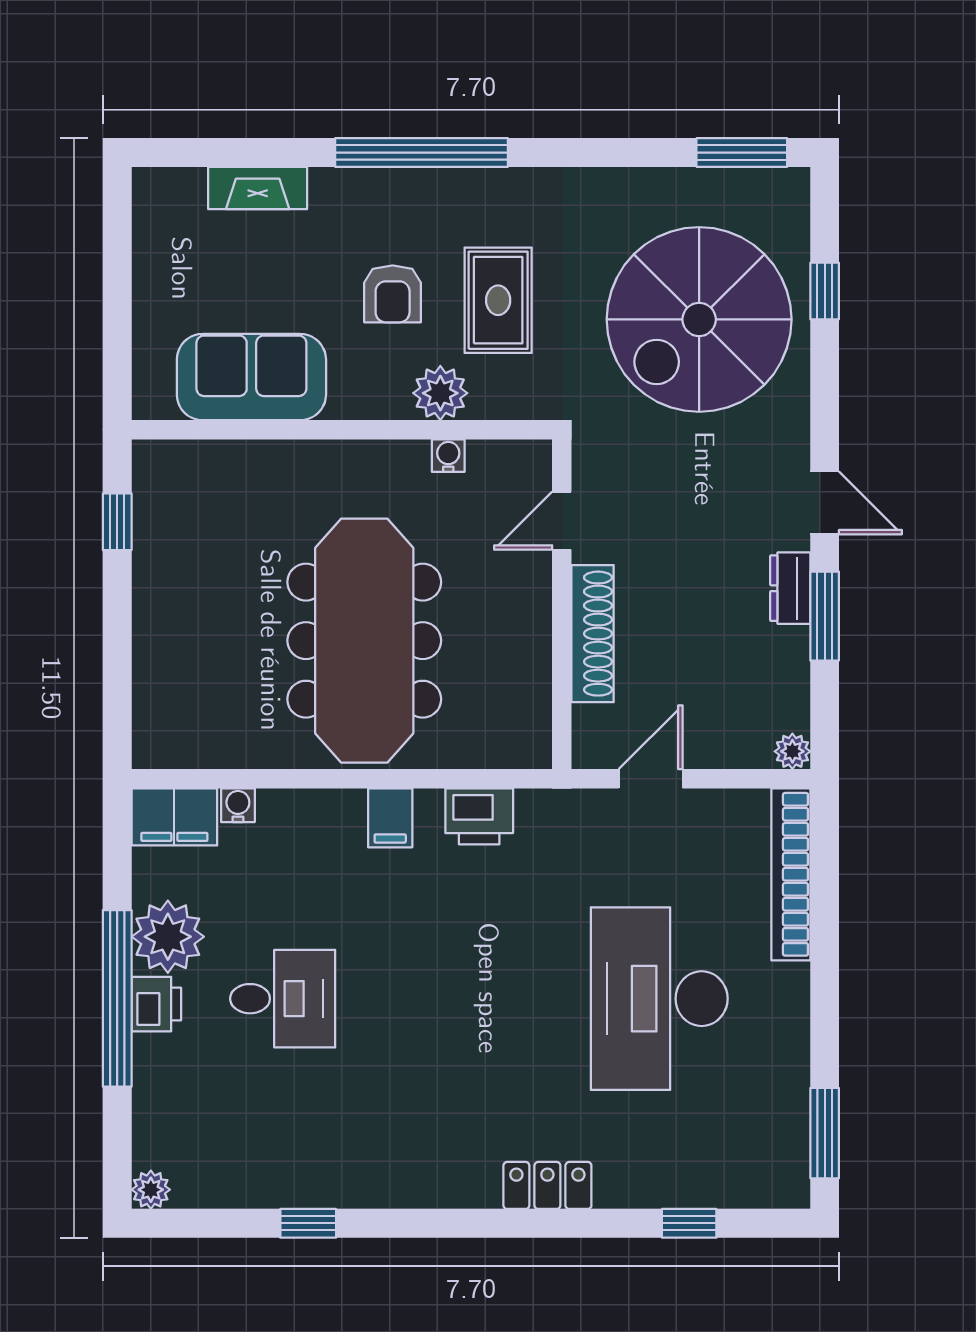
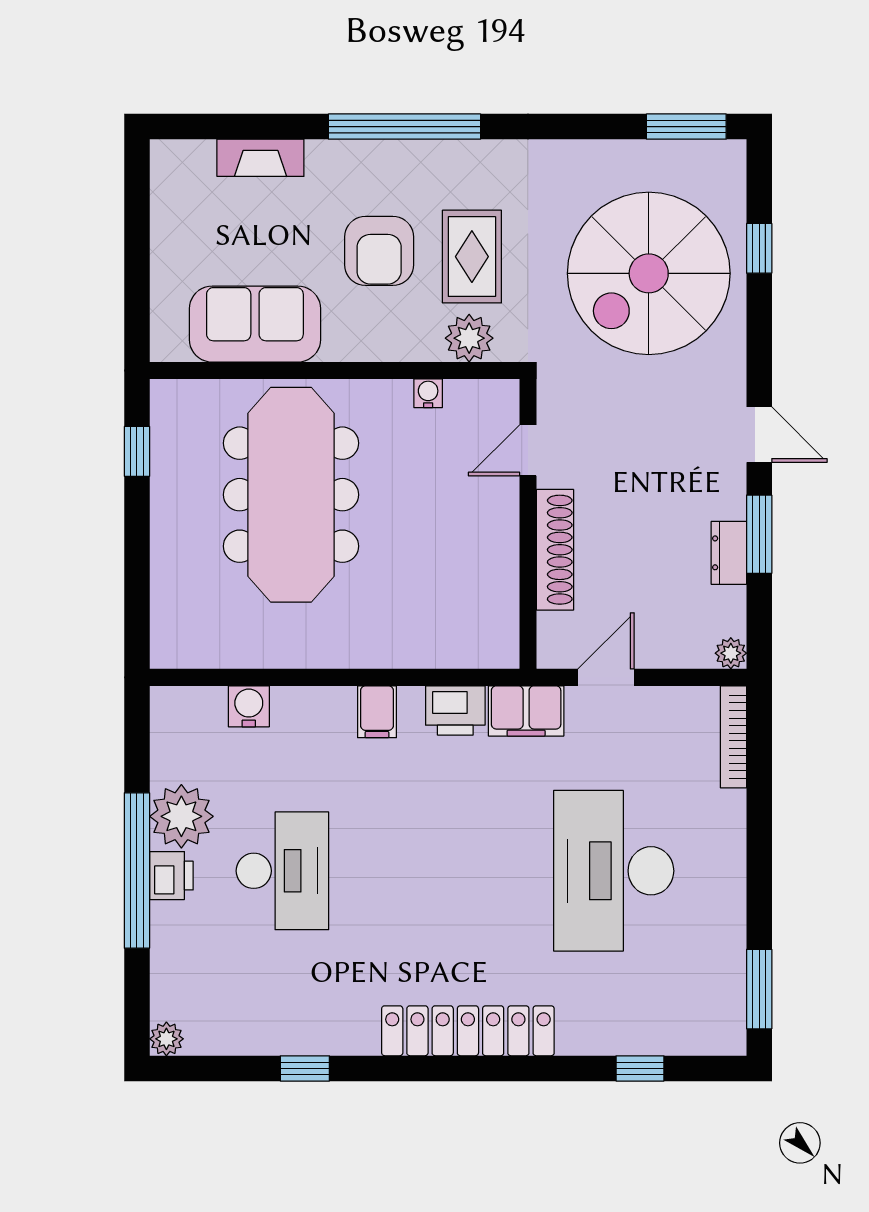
armchair: (393, 294) -> (379, 251), width x1.38, depth x1.38
plant: (440, 393) -> (469, 338), moved
dresser: (790, 588) -> (729, 553), moved
meeting table: (364, 641) -> (291, 495), moved
water cooler: (238, 805) -> (249, 706), width x1.38, depth x1.38
filing cabinet: (174, 817) -> (526, 711), moved
bookcase: (791, 874) -> (733, 737), width x0.68, depth x0.76
desk: (283, 999) -> (282, 871), width x1.37
locker: (547, 1185) -> (468, 1031), width x2.16, depth x1.21

